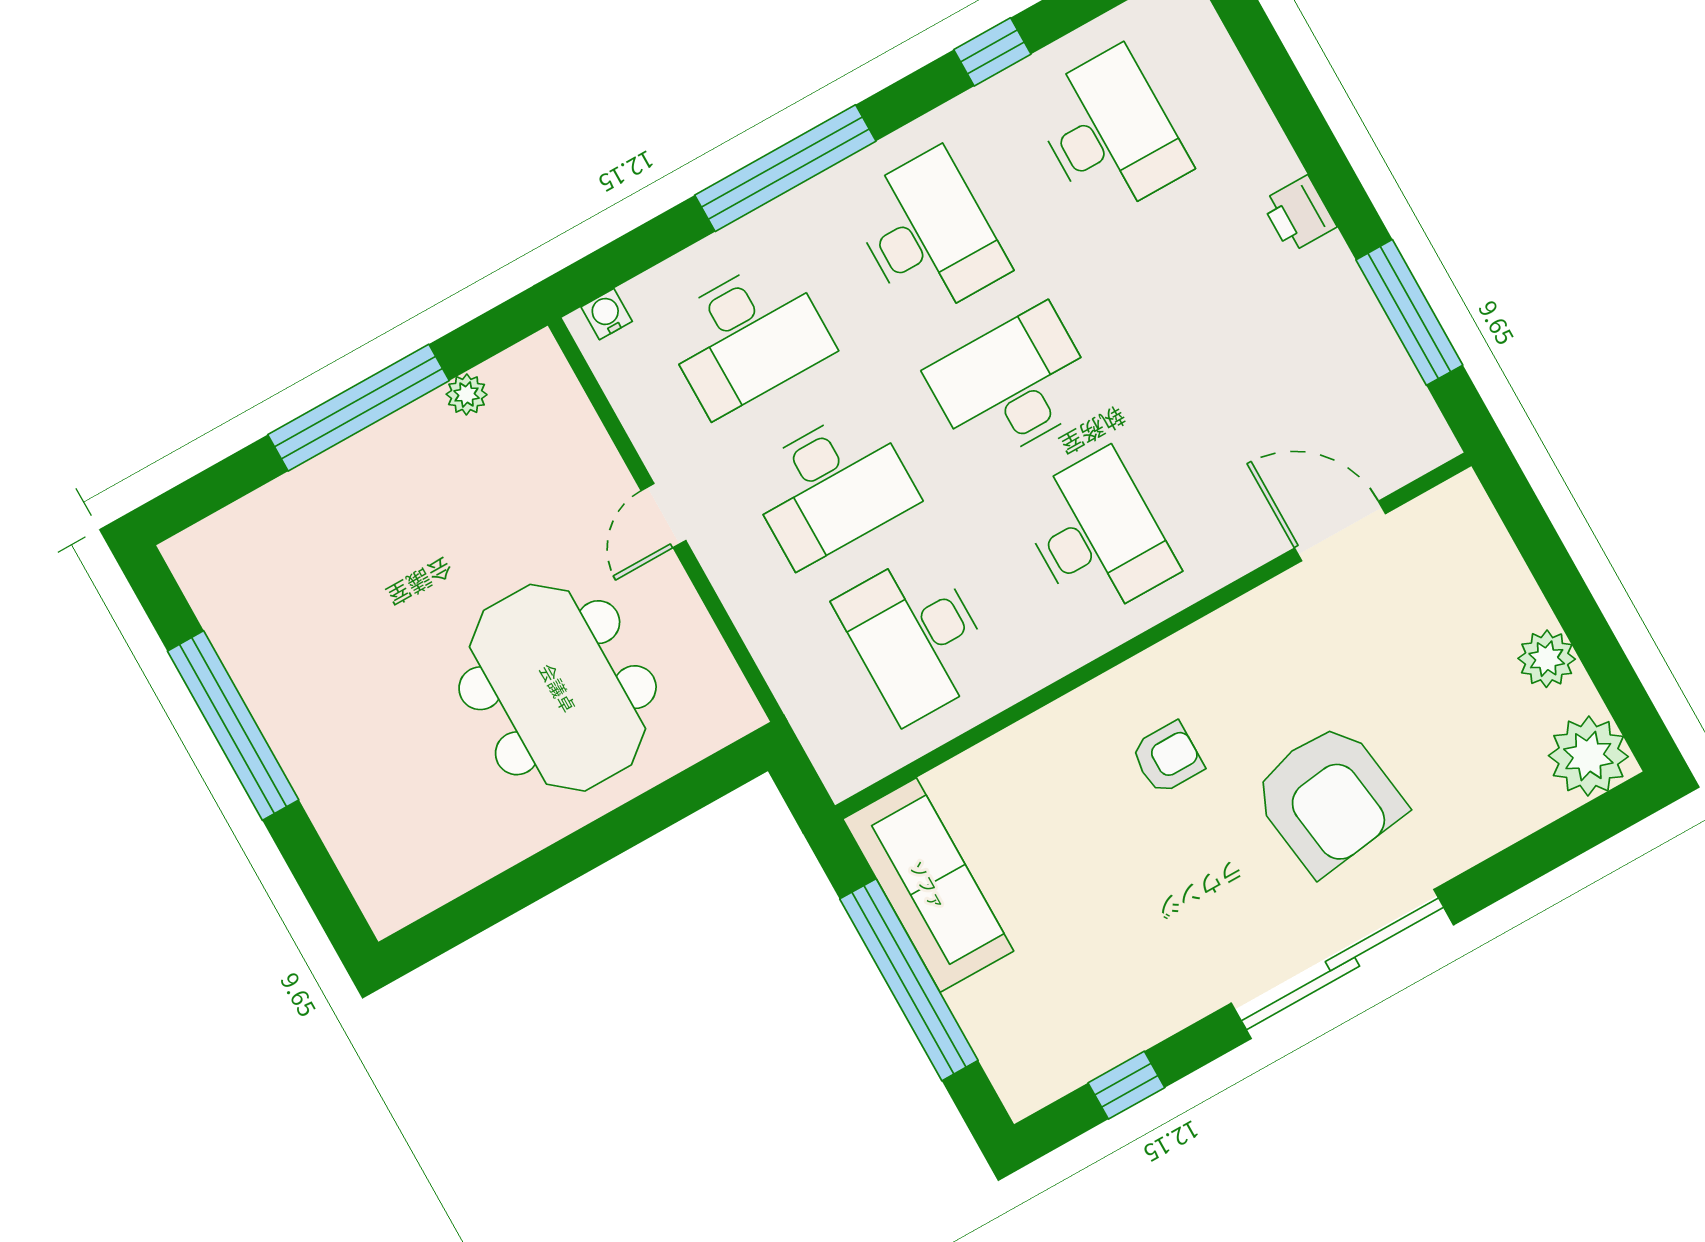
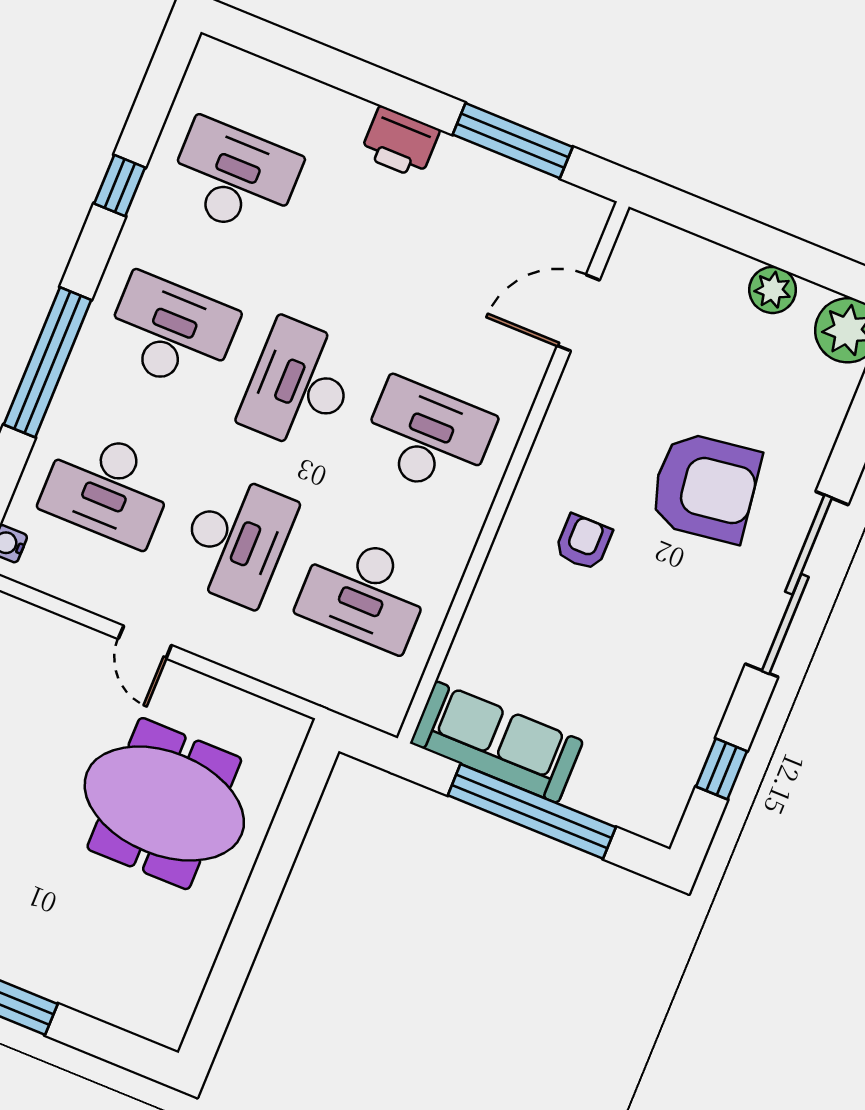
printer: (1299, 214) -> (400, 142), width x1.36, depth x1.24
desk: (747, 337) -> (108, 487), turned 90

